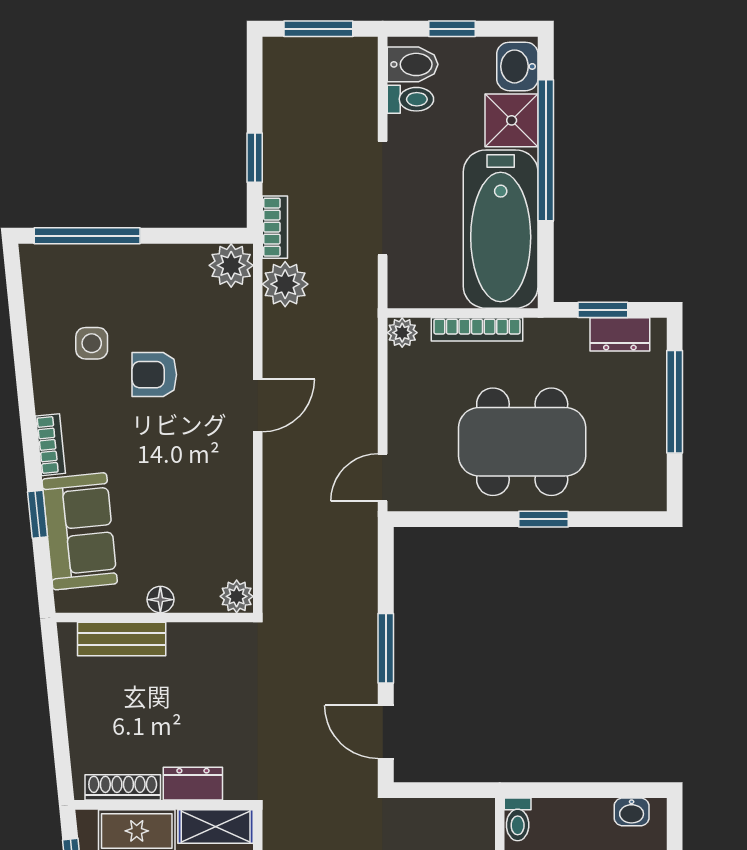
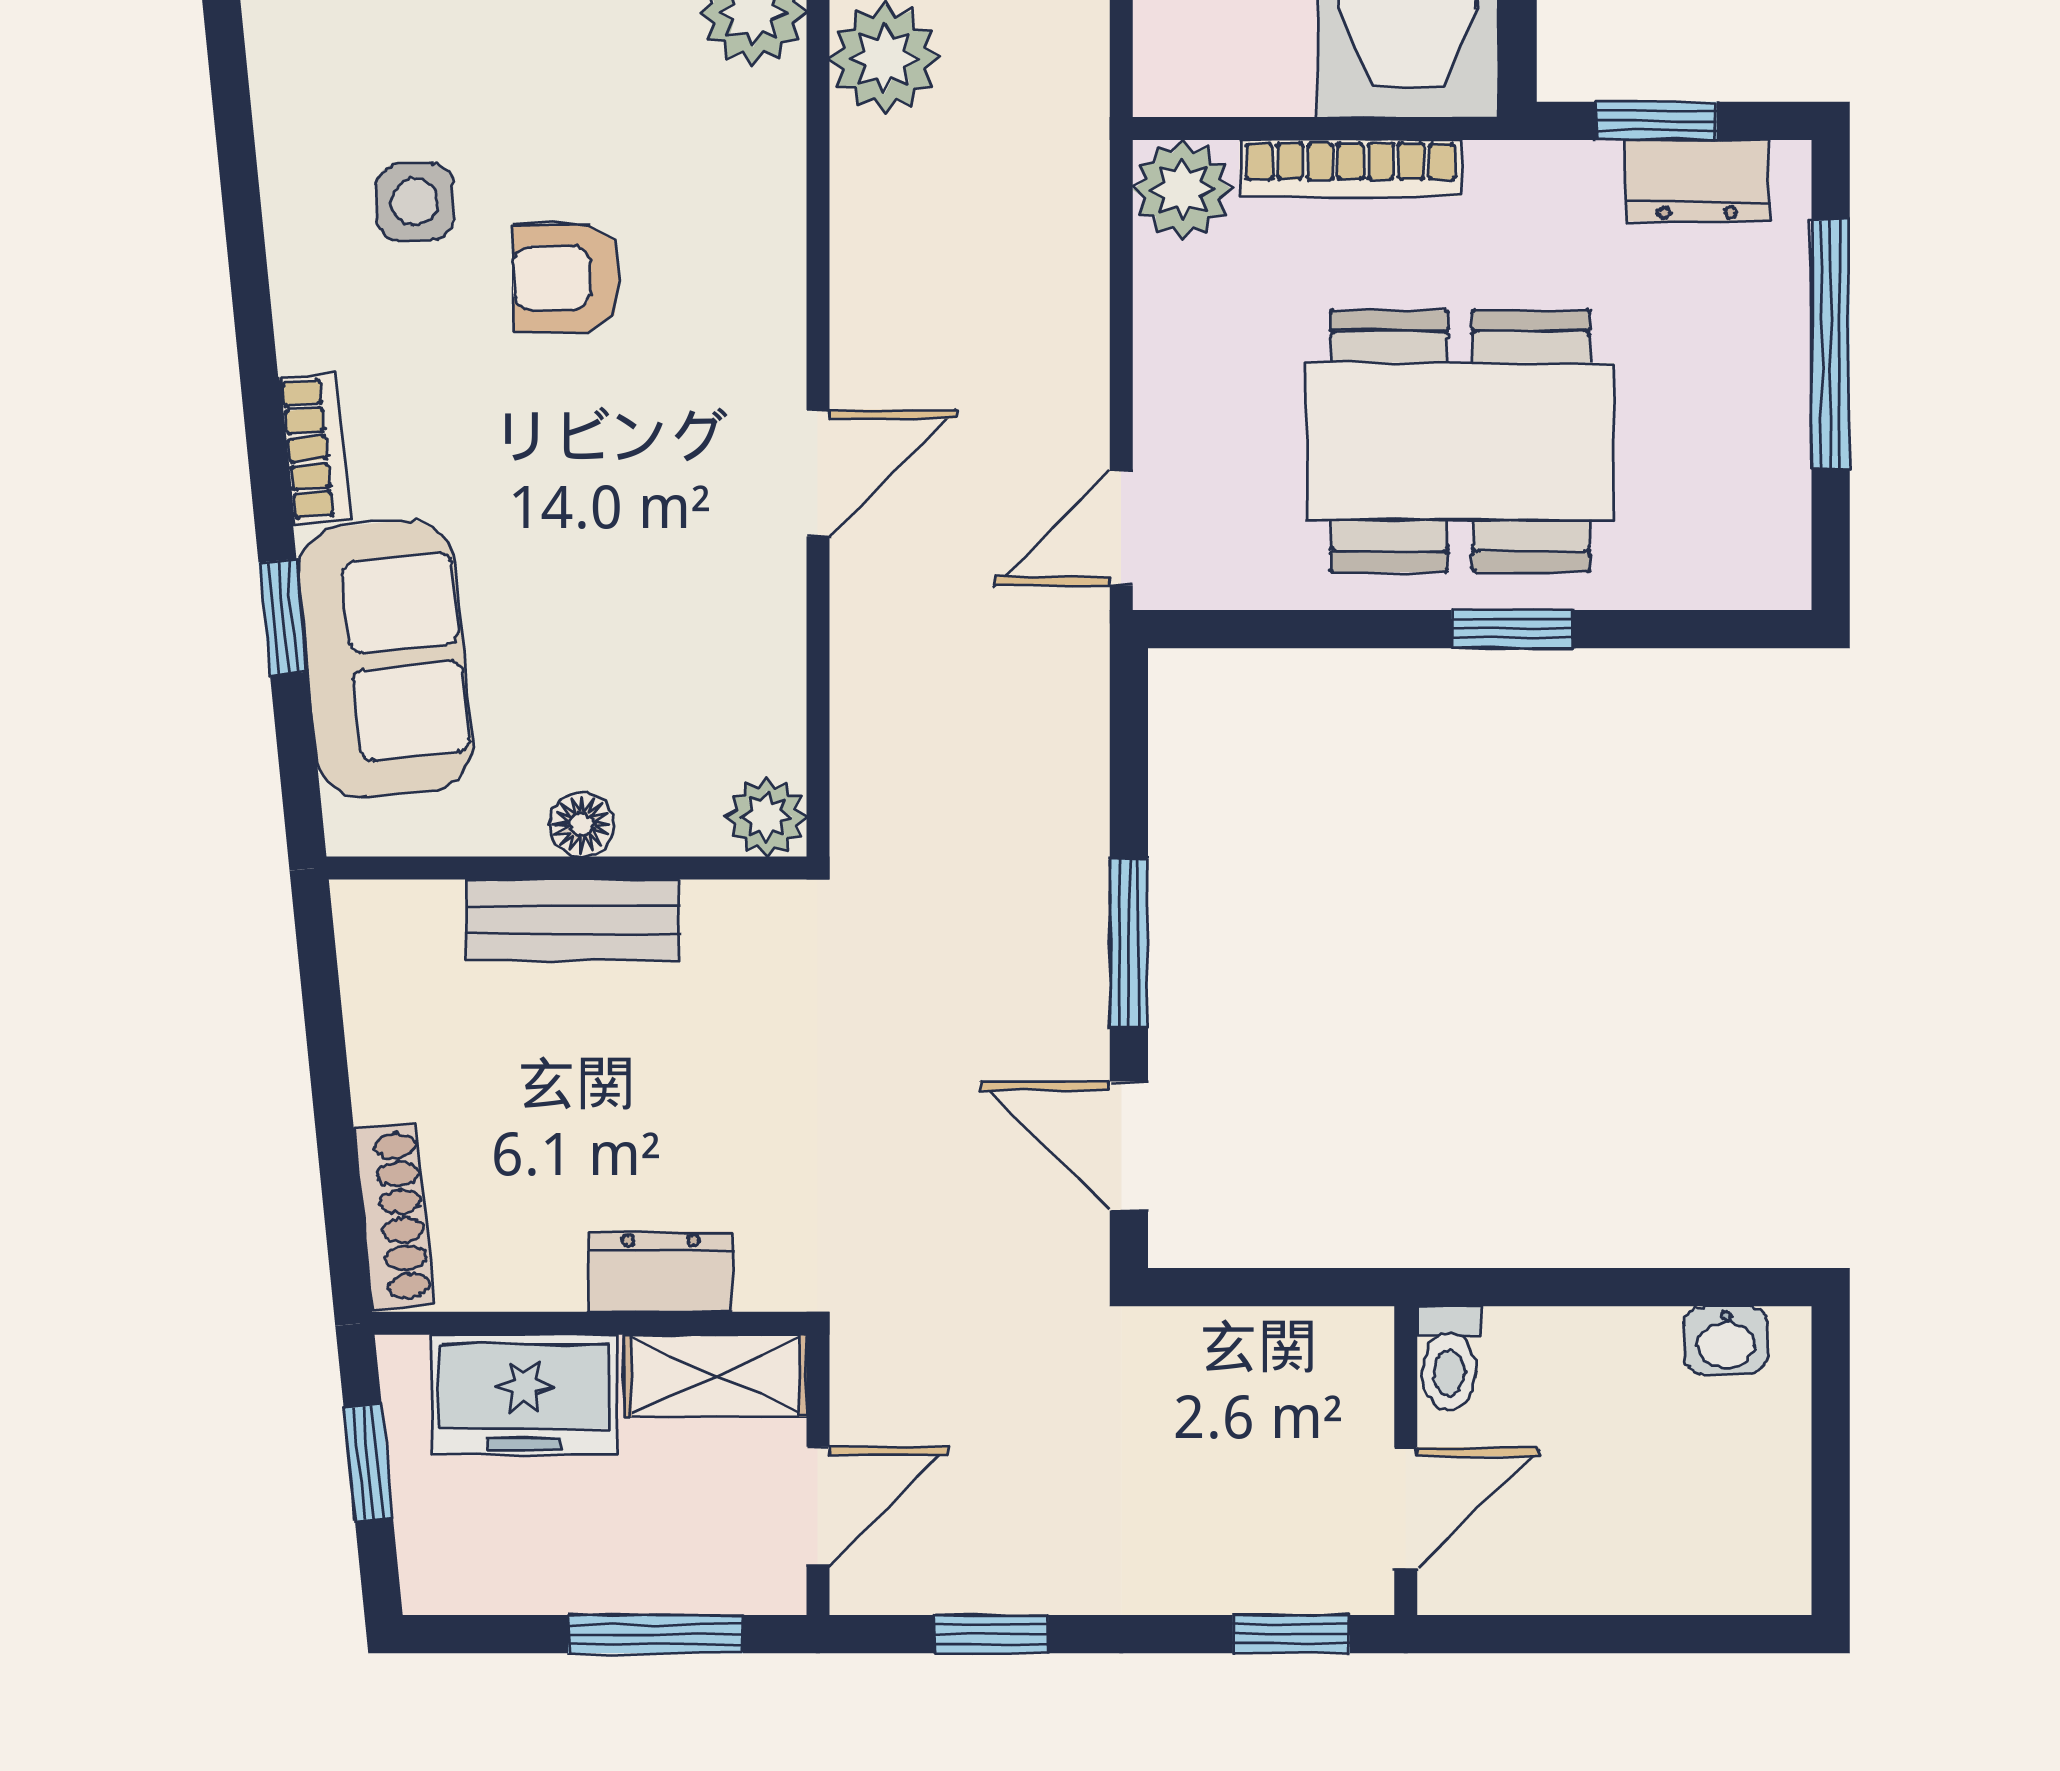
plant: (402, 333) -> (1182, 190), width x1.38, depth x1.38
door: (258, 406) -> (818, 473), moved
bench: (122, 639) -> (572, 920), moved
shoe rack: (123, 787) -> (394, 1217), moved, turned 84

